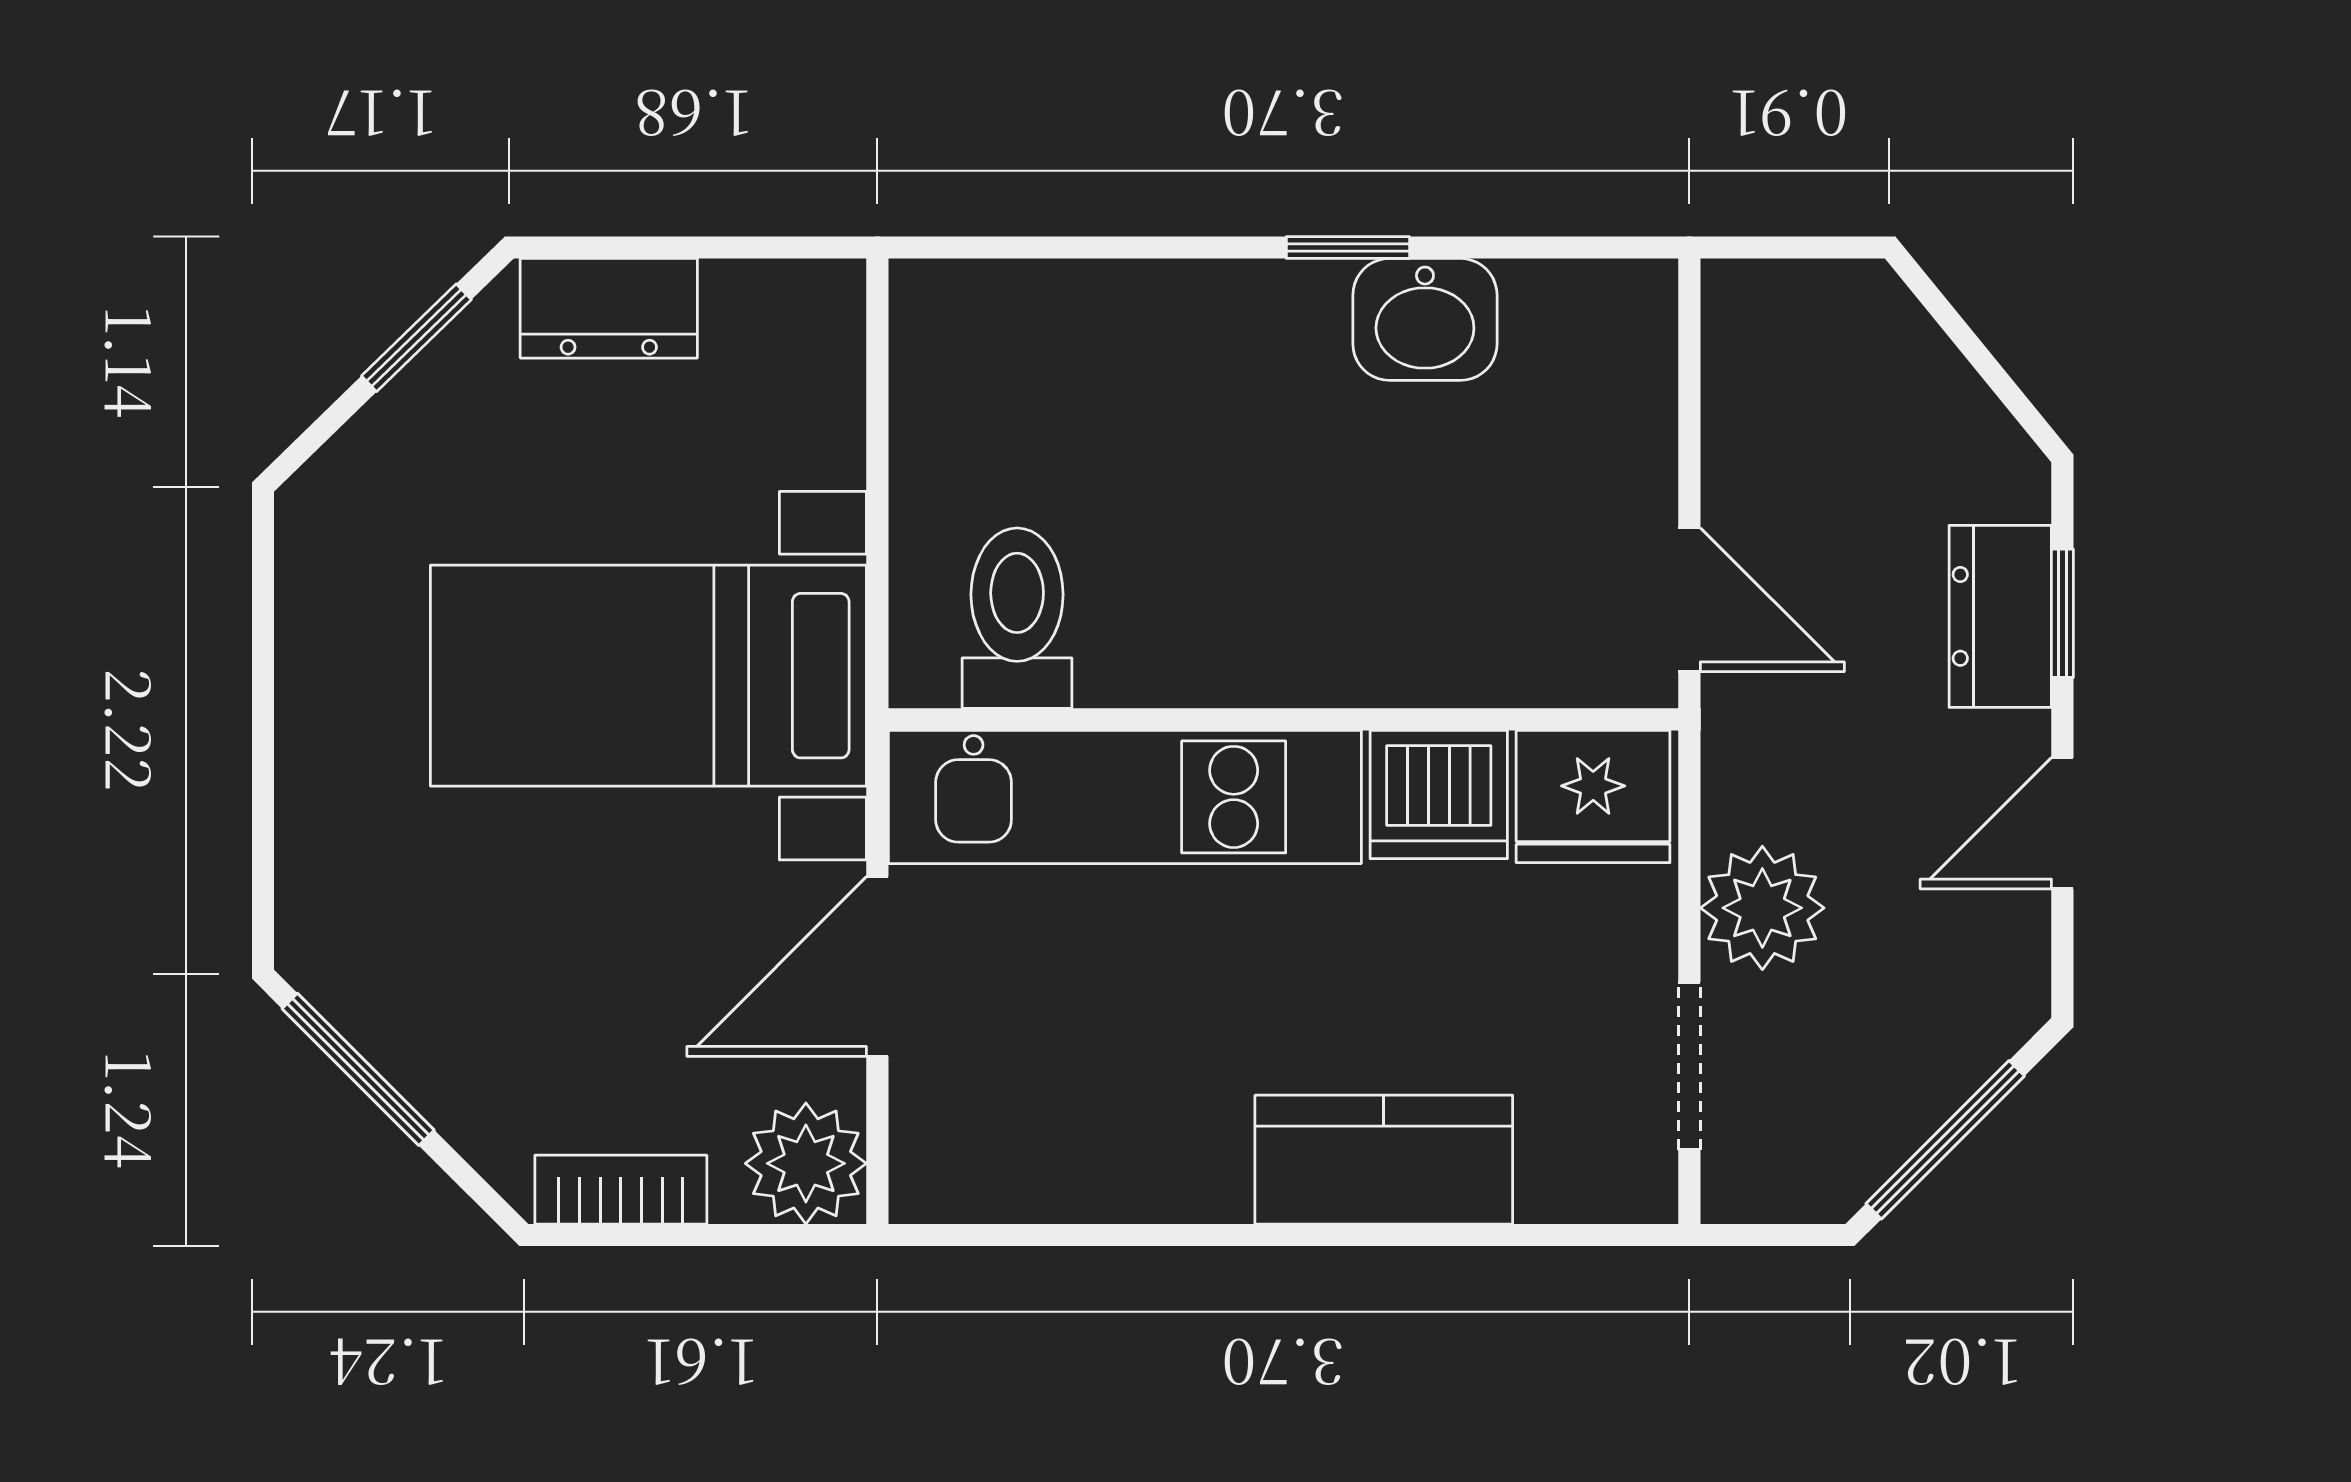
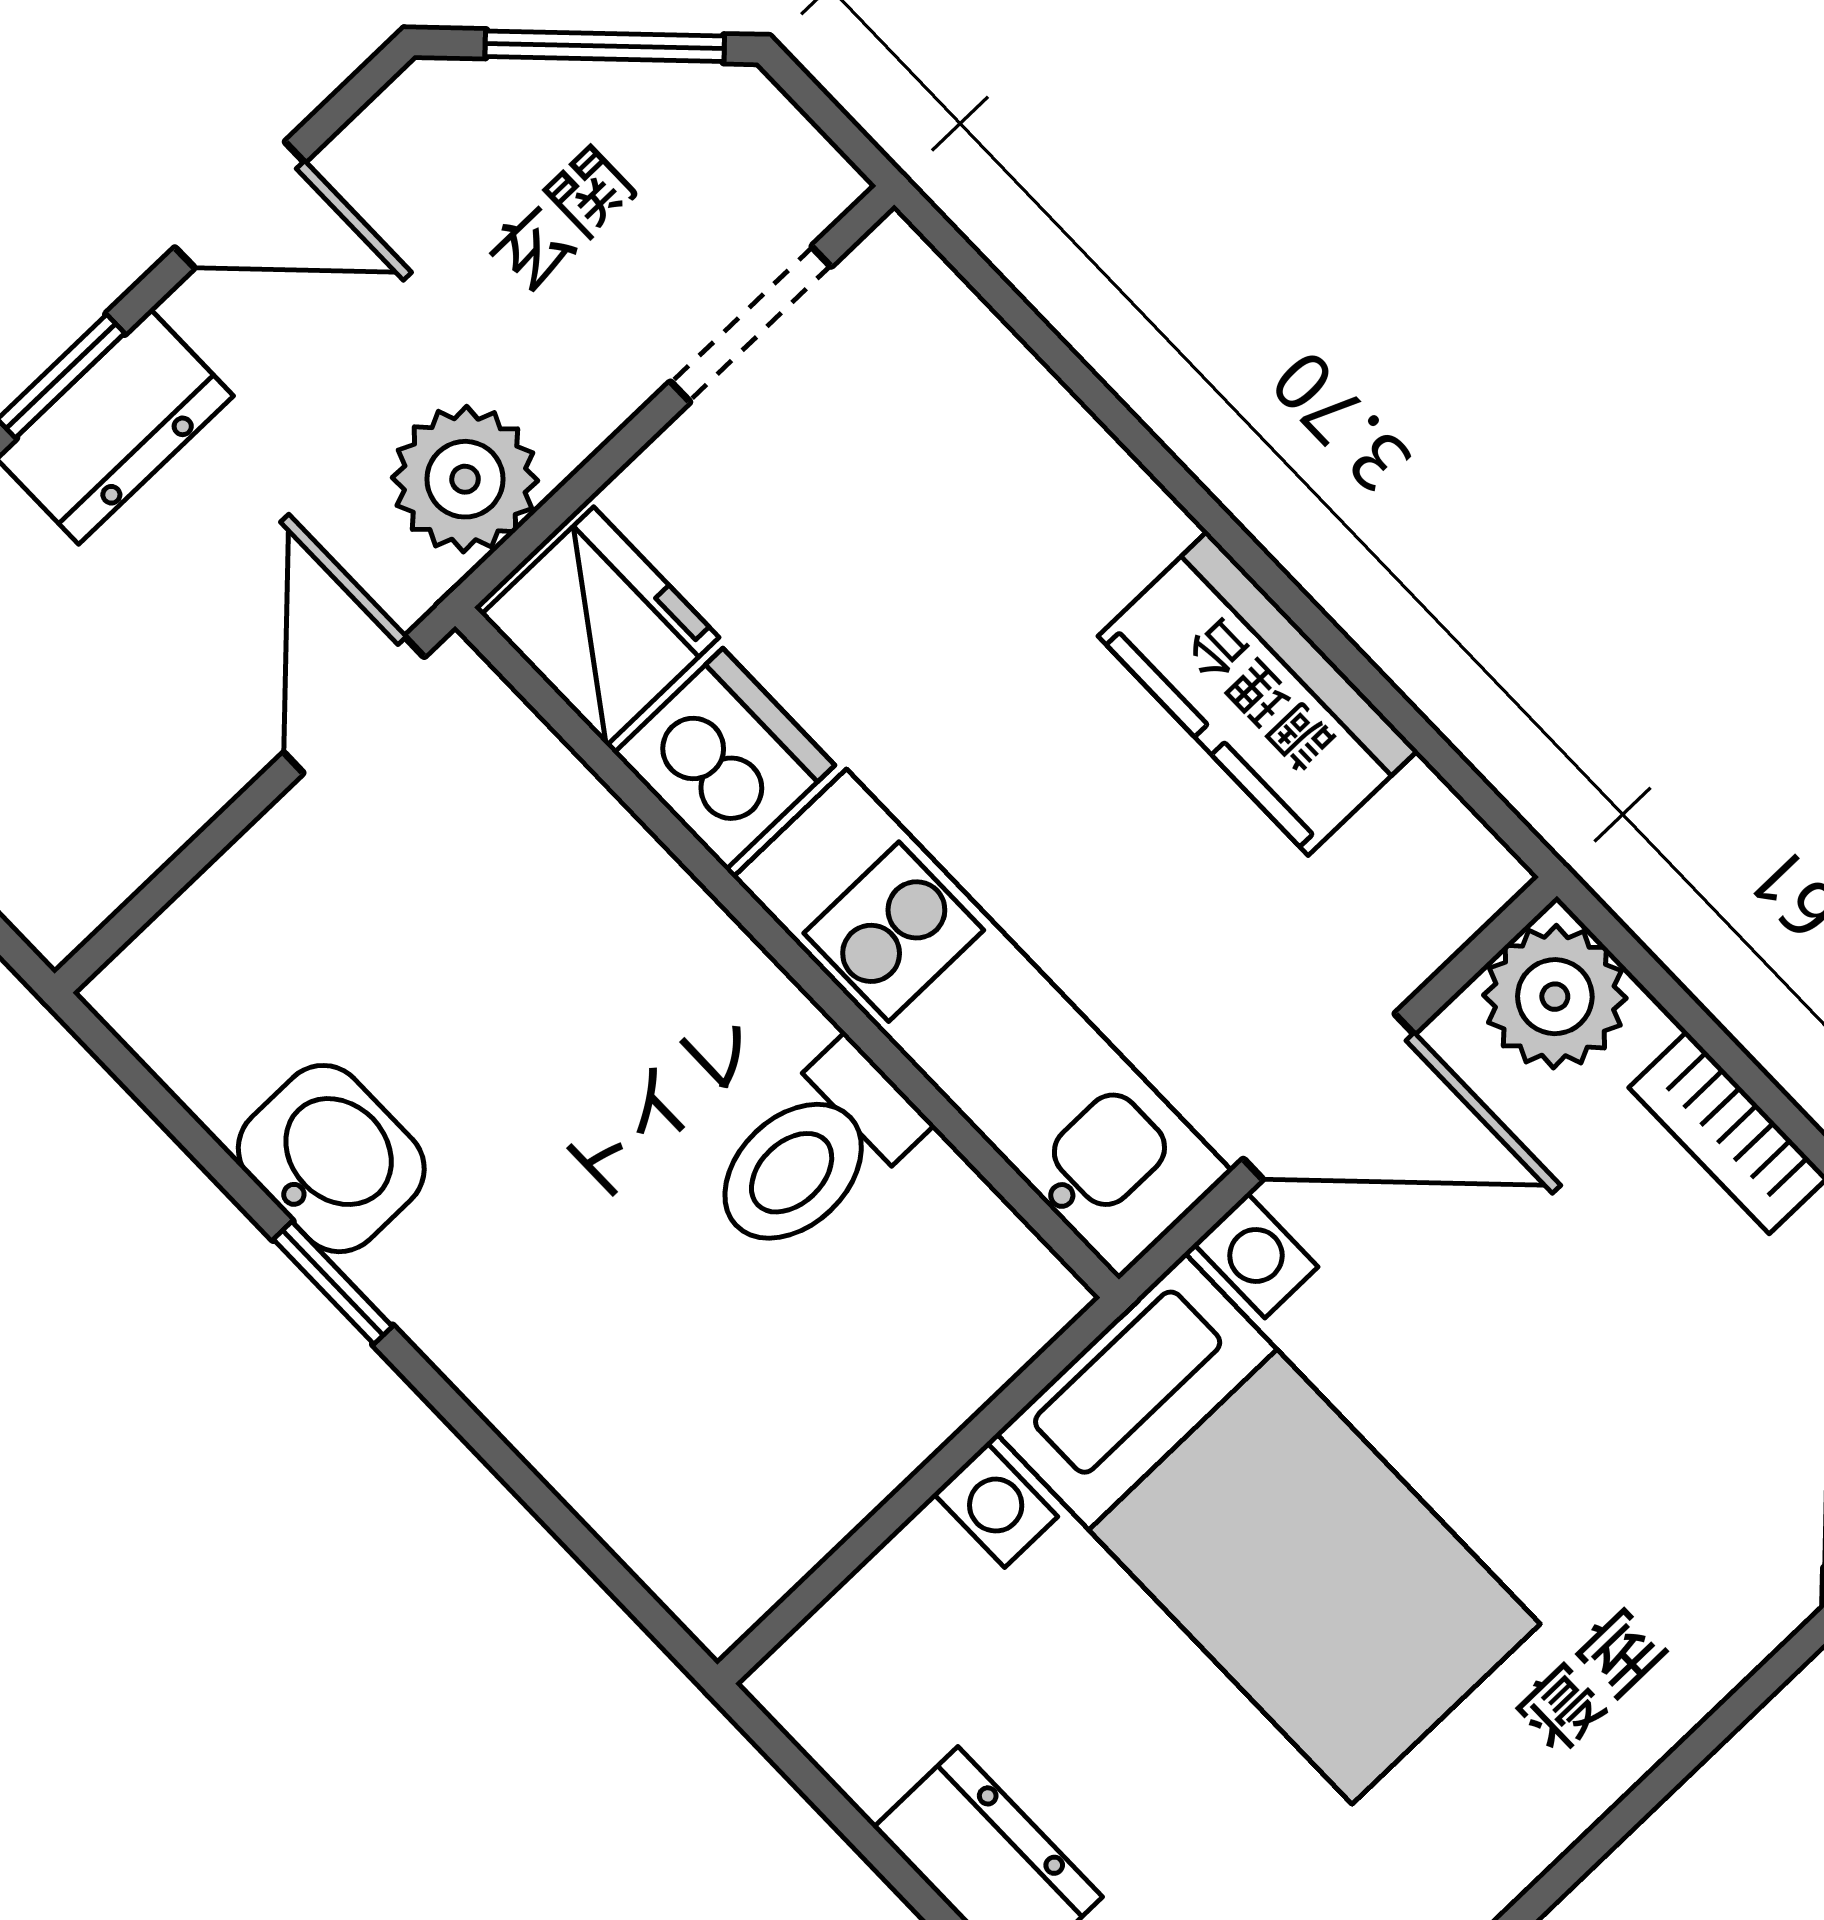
toilet: (1017, 618) -> (813, 1152), moved
plant: (1762, 908) -> (465, 479), moved
kitchen counter: (1384, 1160) -> (1258, 693), moved

